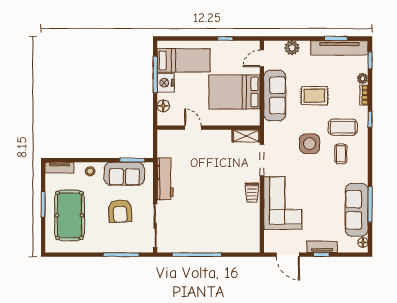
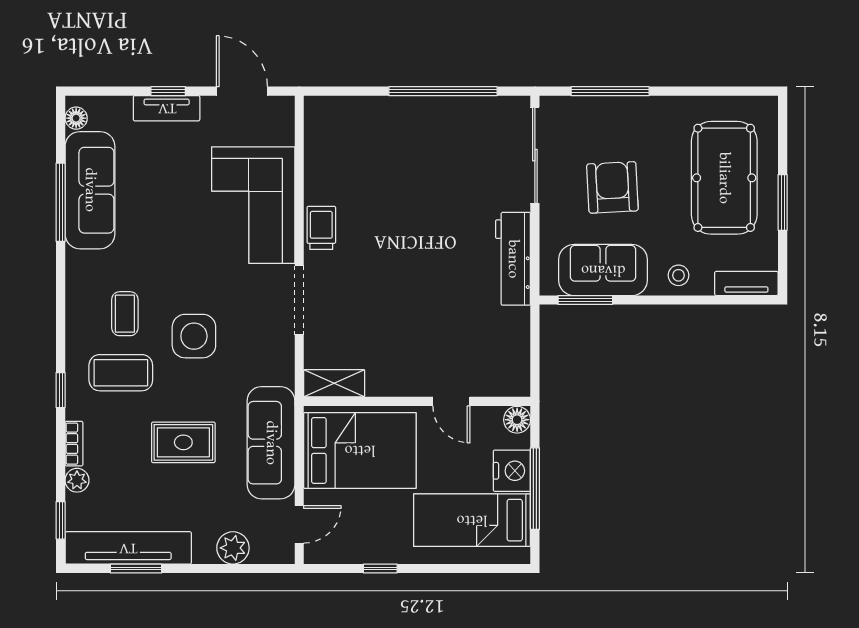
door: (193, 128) -> (451, 401), moved
wall: (209, 128) -> (417, 401), moved
shelving: (246, 136) -> (334, 383), moved

